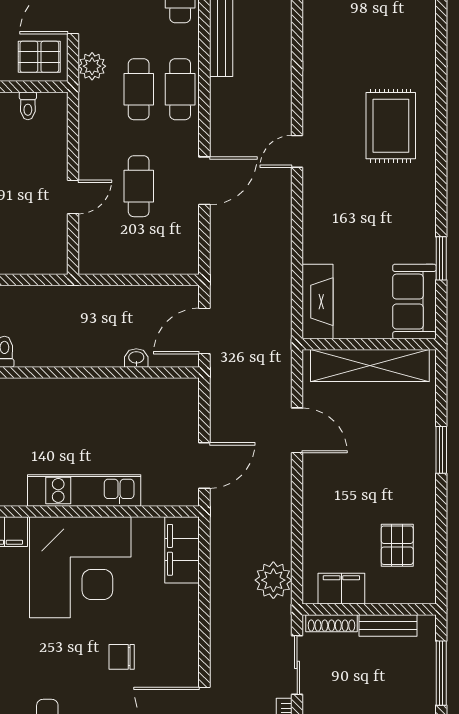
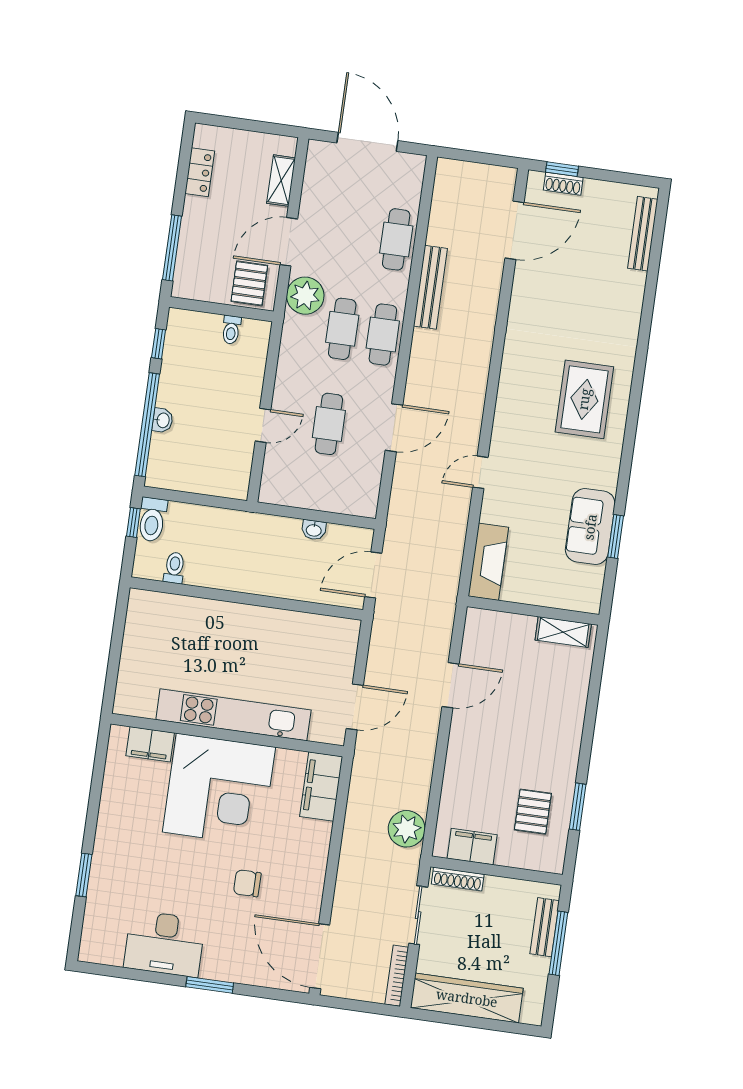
pallet: (39, 57) -> (249, 283), turned 90
plant: (92, 66) -> (305, 296), width x1.36, depth x1.36
door: (297, 151) -> (480, 472), moved
sofa: (414, 302) -> (590, 527), moved
washbasin: (136, 358) -> (314, 530), moved, turned 180
shelving: (370, 365) -> (563, 632), width x0.45, depth x0.75
door: (297, 430) -> (451, 685), hinge flipped
window: (441, 450) -> (578, 807), moved
kitchen unit: (84, 490) -> (233, 715), width x1.36
bench: (388, 625) -> (545, 927), moved, turned 90

